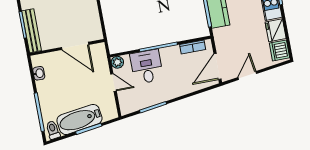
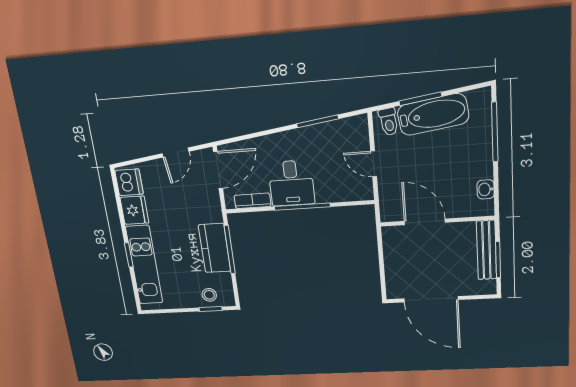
plant: (117, 62) -> (365, 192), removed
desk: (147, 67) -> (291, 183), moved
toilet: (53, 130) -> (389, 122), moved

